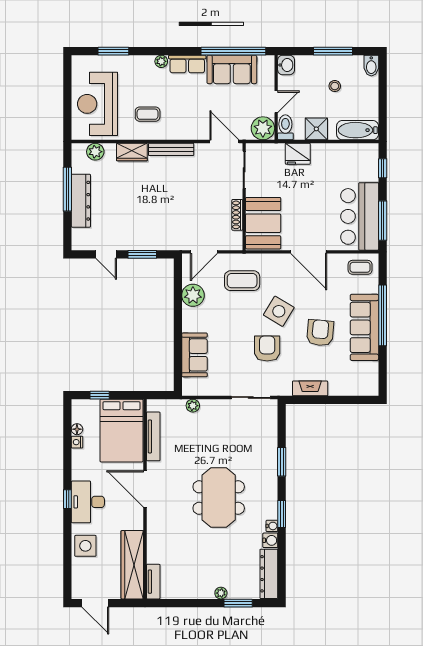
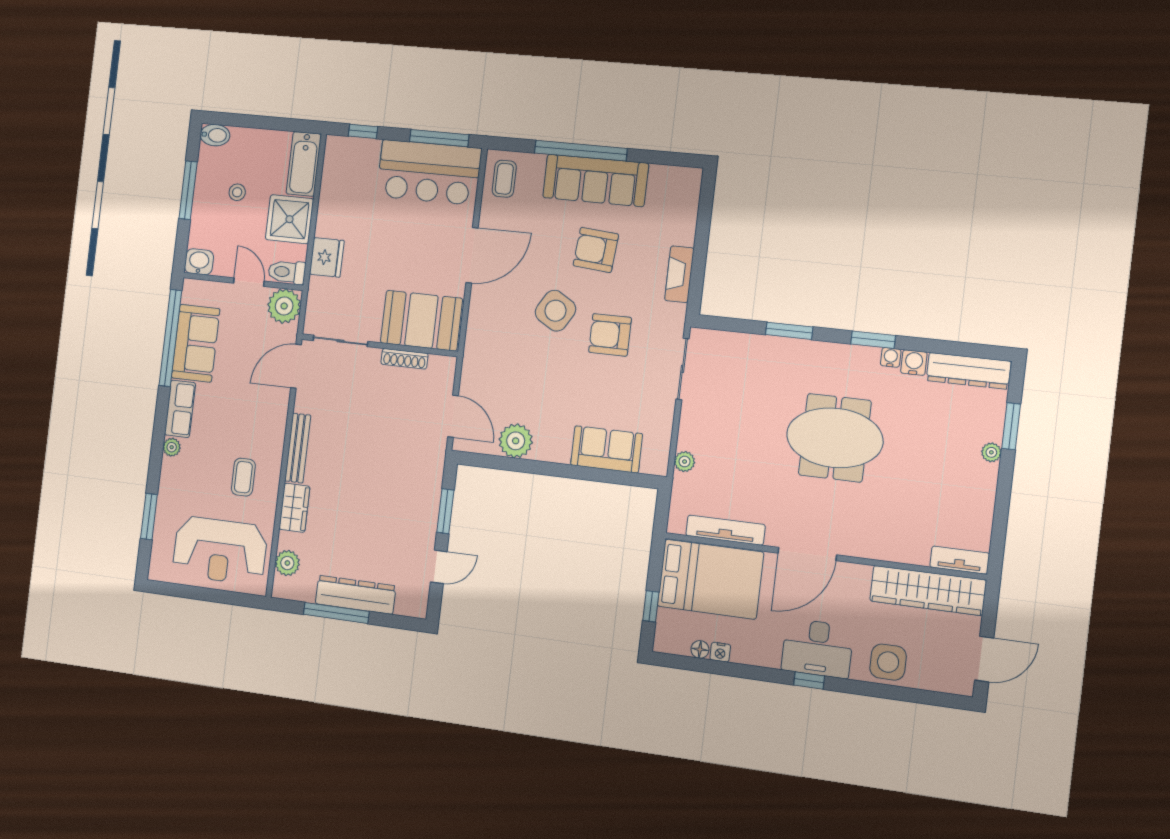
shower: (316, 129) -> (290, 219), width x1.36, depth x1.36
coffee table: (242, 281) -> (503, 362), removed

